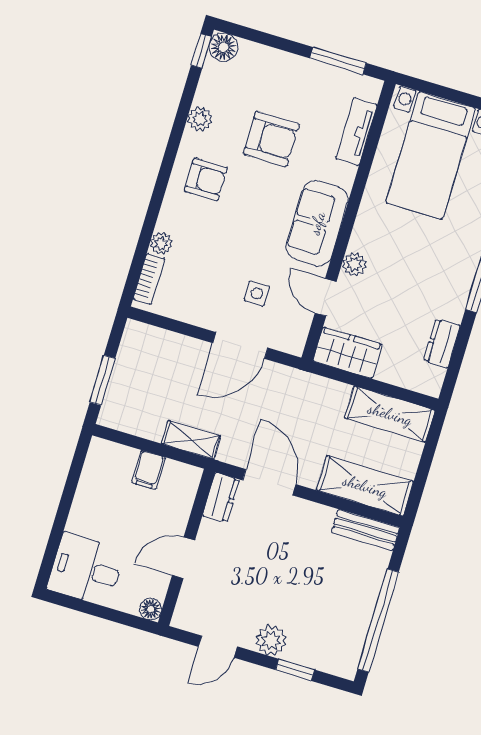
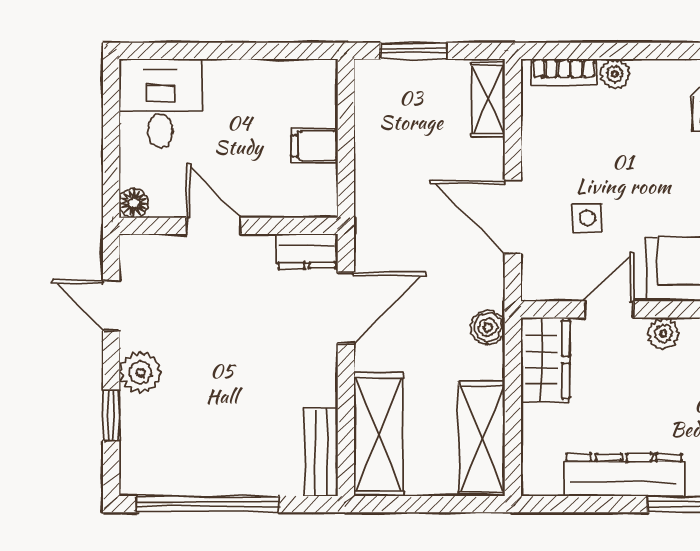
dresser: (442, 343) -> (624, 475), width x1.96, depth x1.24
boiler: (313, 386) -> (488, 327), added
shelving: (191, 440) -> (488, 100), moved

